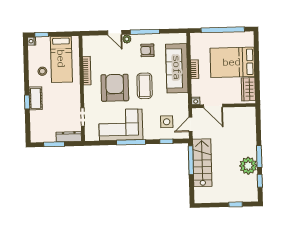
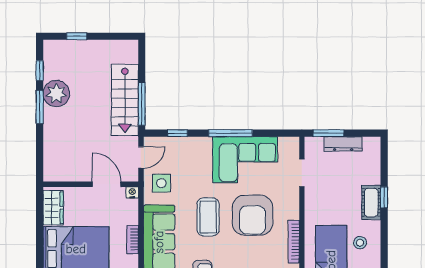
side table: (167, 122) -> (161, 183), moved
dresser: (69, 137) -> (343, 144), moved
window: (54, 144) -> (328, 133), moved

